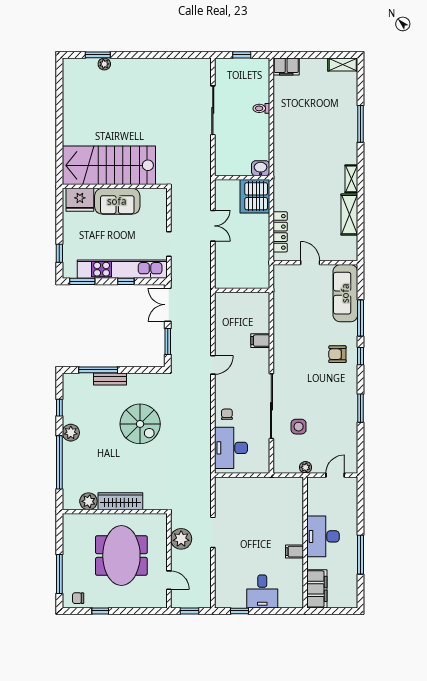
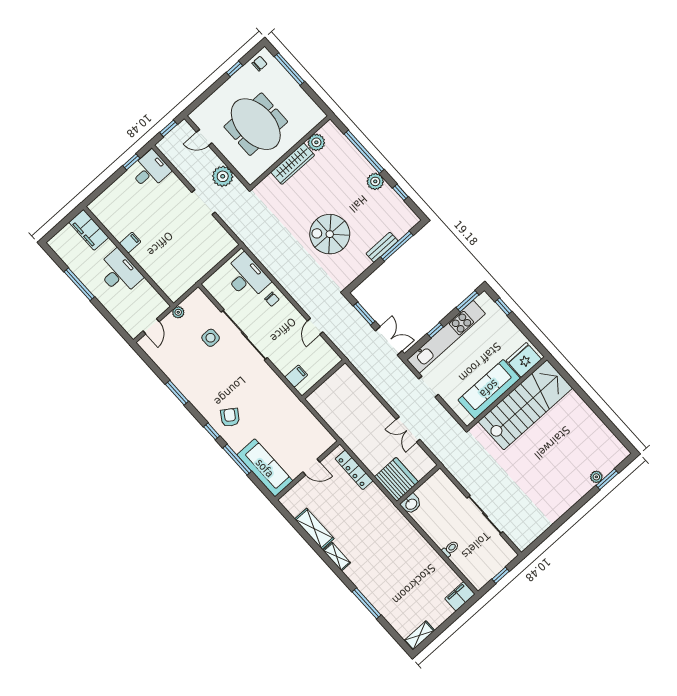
sofa: (117, 201) -> (489, 389), width x1.36
wall: (242, 290) -> (324, 379), moved
armchair: (337, 354) -> (230, 417), turned -56
desk: (262, 591) -> (150, 170), moved, turned 90

